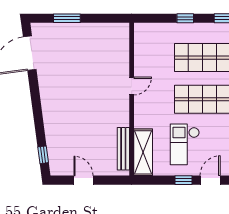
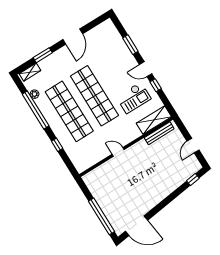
window: (67, 18) -> (101, 216), width x2.11

